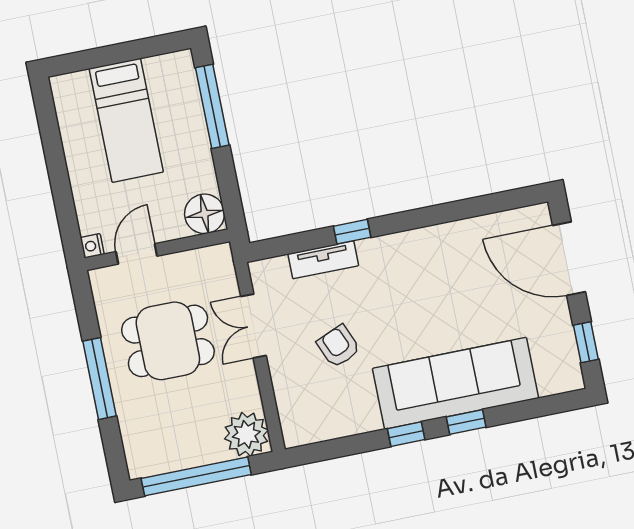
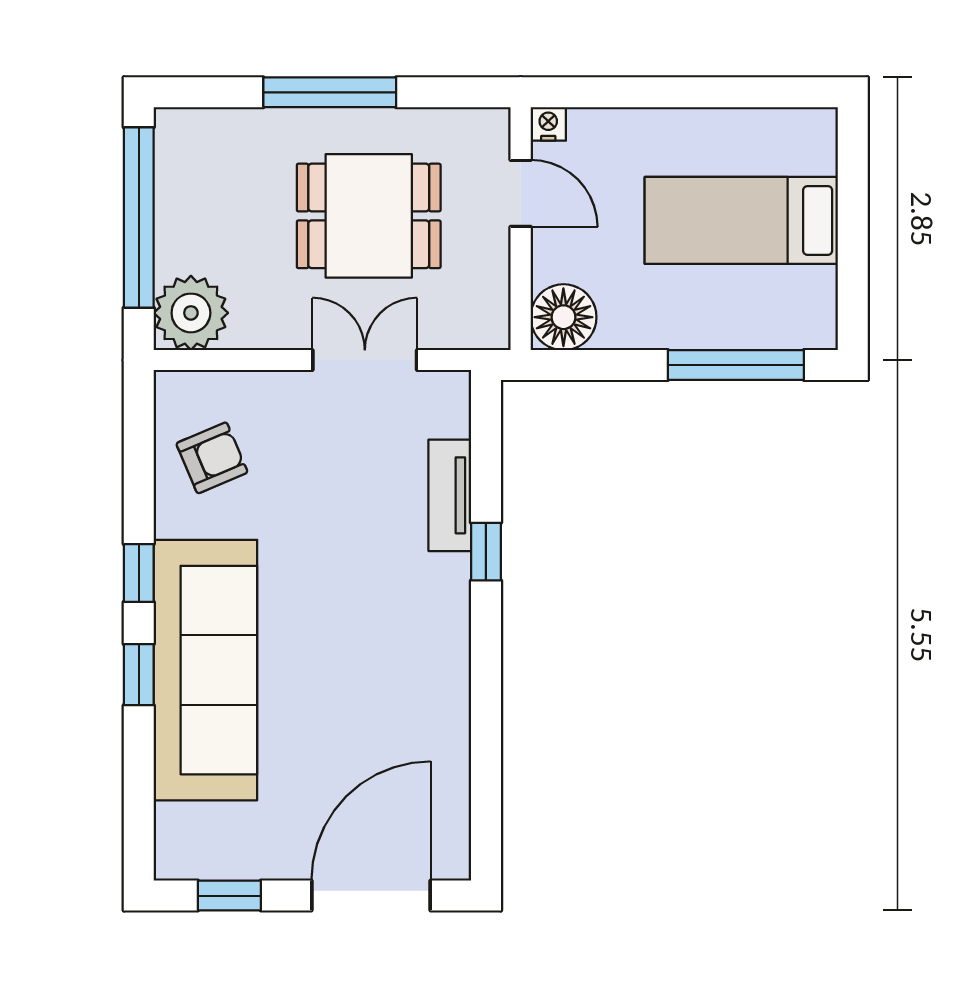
dining table: (168, 341) -> (369, 216), turned 90
armchair: (338, 346) -> (212, 458), moved

